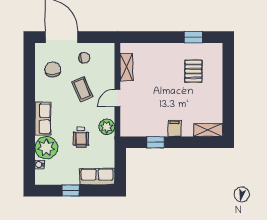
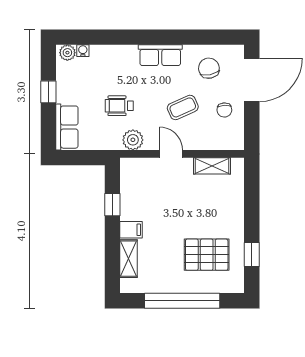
chair: (53, 69) -> (209, 68), turned -99
pallet: (193, 71) -> (207, 255), width x1.50, depth x1.42
window: (228, 90) -> (182, 301), added
row of seats: (43, 119) -> (160, 55), moved
shelving: (208, 130) -> (129, 259), moved
plant: (46, 148) -> (67, 53), moved, width x0.53, depth x0.53

